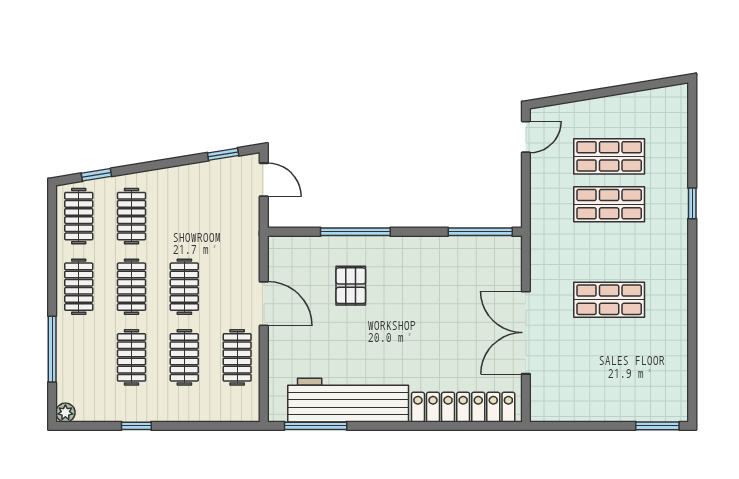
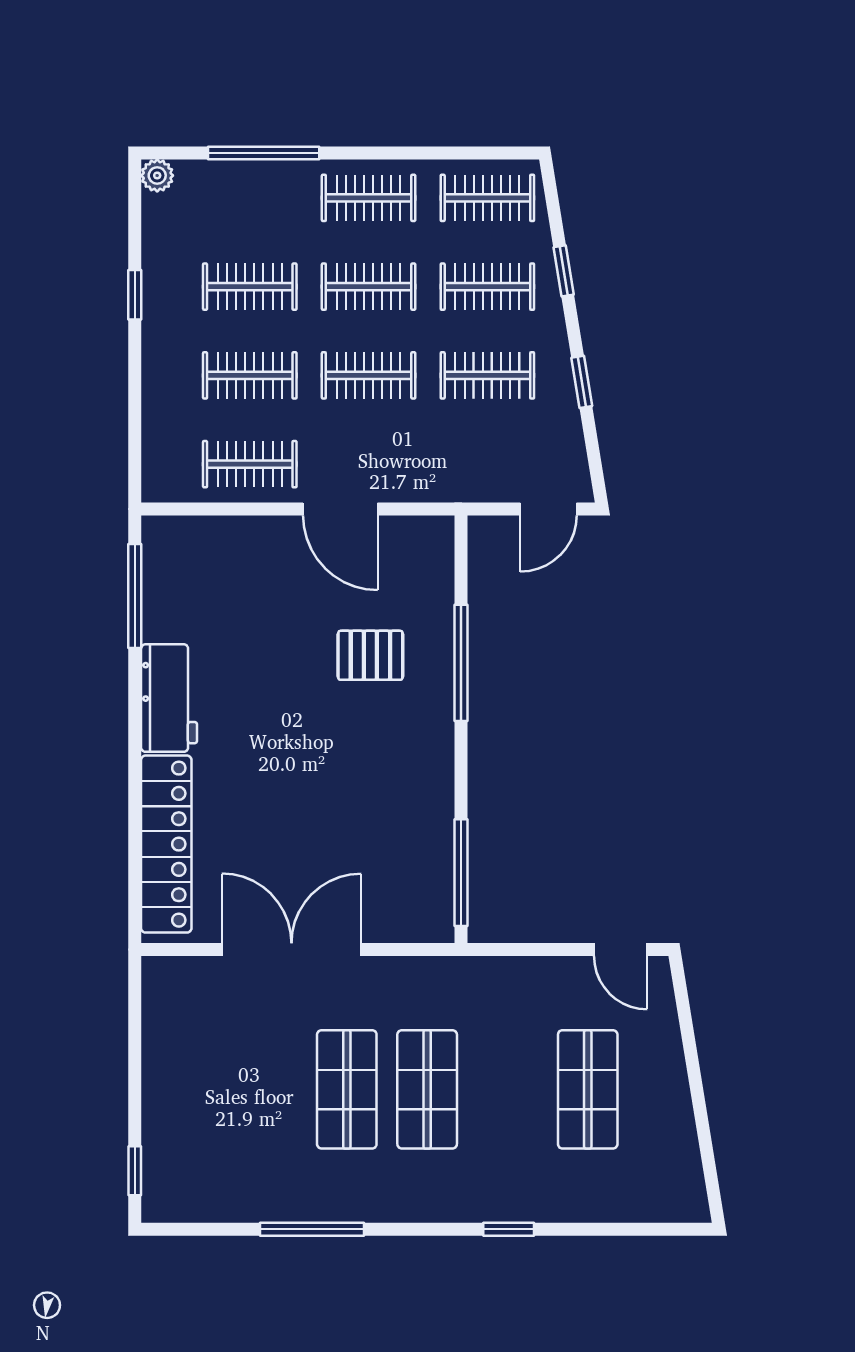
window: (223, 154) -> (582, 382), moved
window: (96, 175) -> (564, 271), moved
shop shelf: (609, 204) -> (427, 1089), moved
clothes rail: (184, 216) -> (487, 375), added
door: (264, 304) -> (340, 509), hinge flipped
window: (692, 320) -> (312, 1229), added
workbench: (348, 400) -> (169, 698), width x0.53, depth x0.76
window: (657, 426) -> (135, 1171), width x0.67

